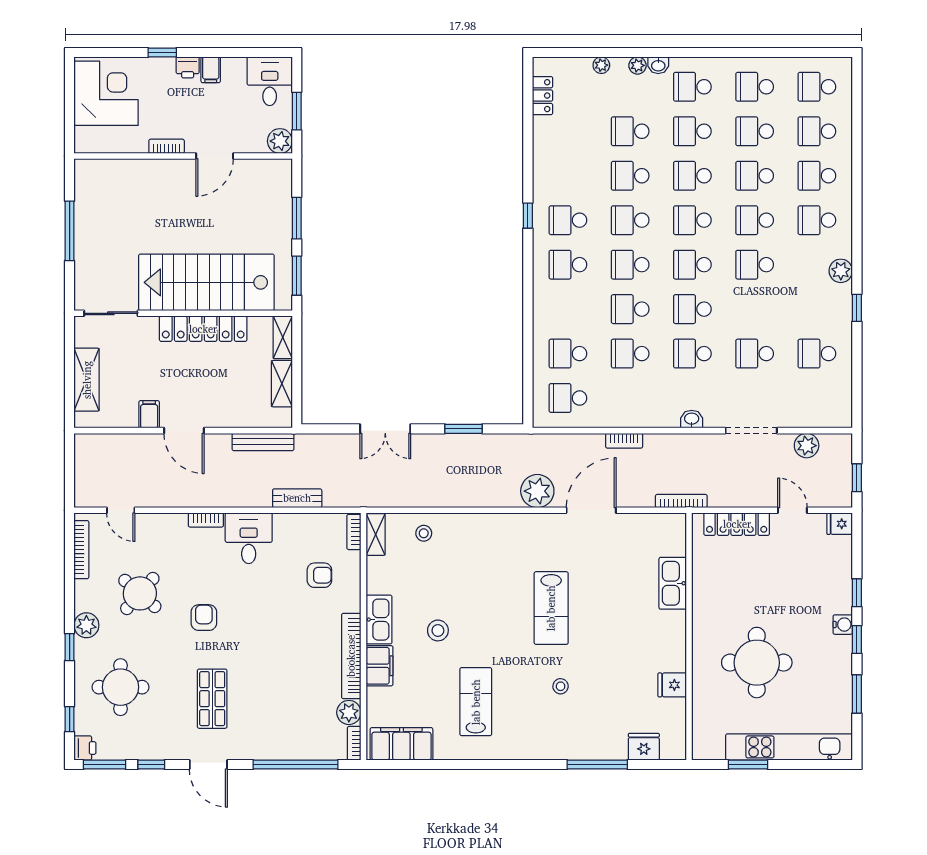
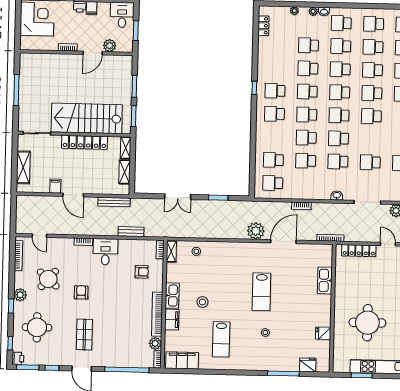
plant: (280, 141) -> (110, 46), moved
lab bench: (476, 702) -> (221, 339), turned 180

